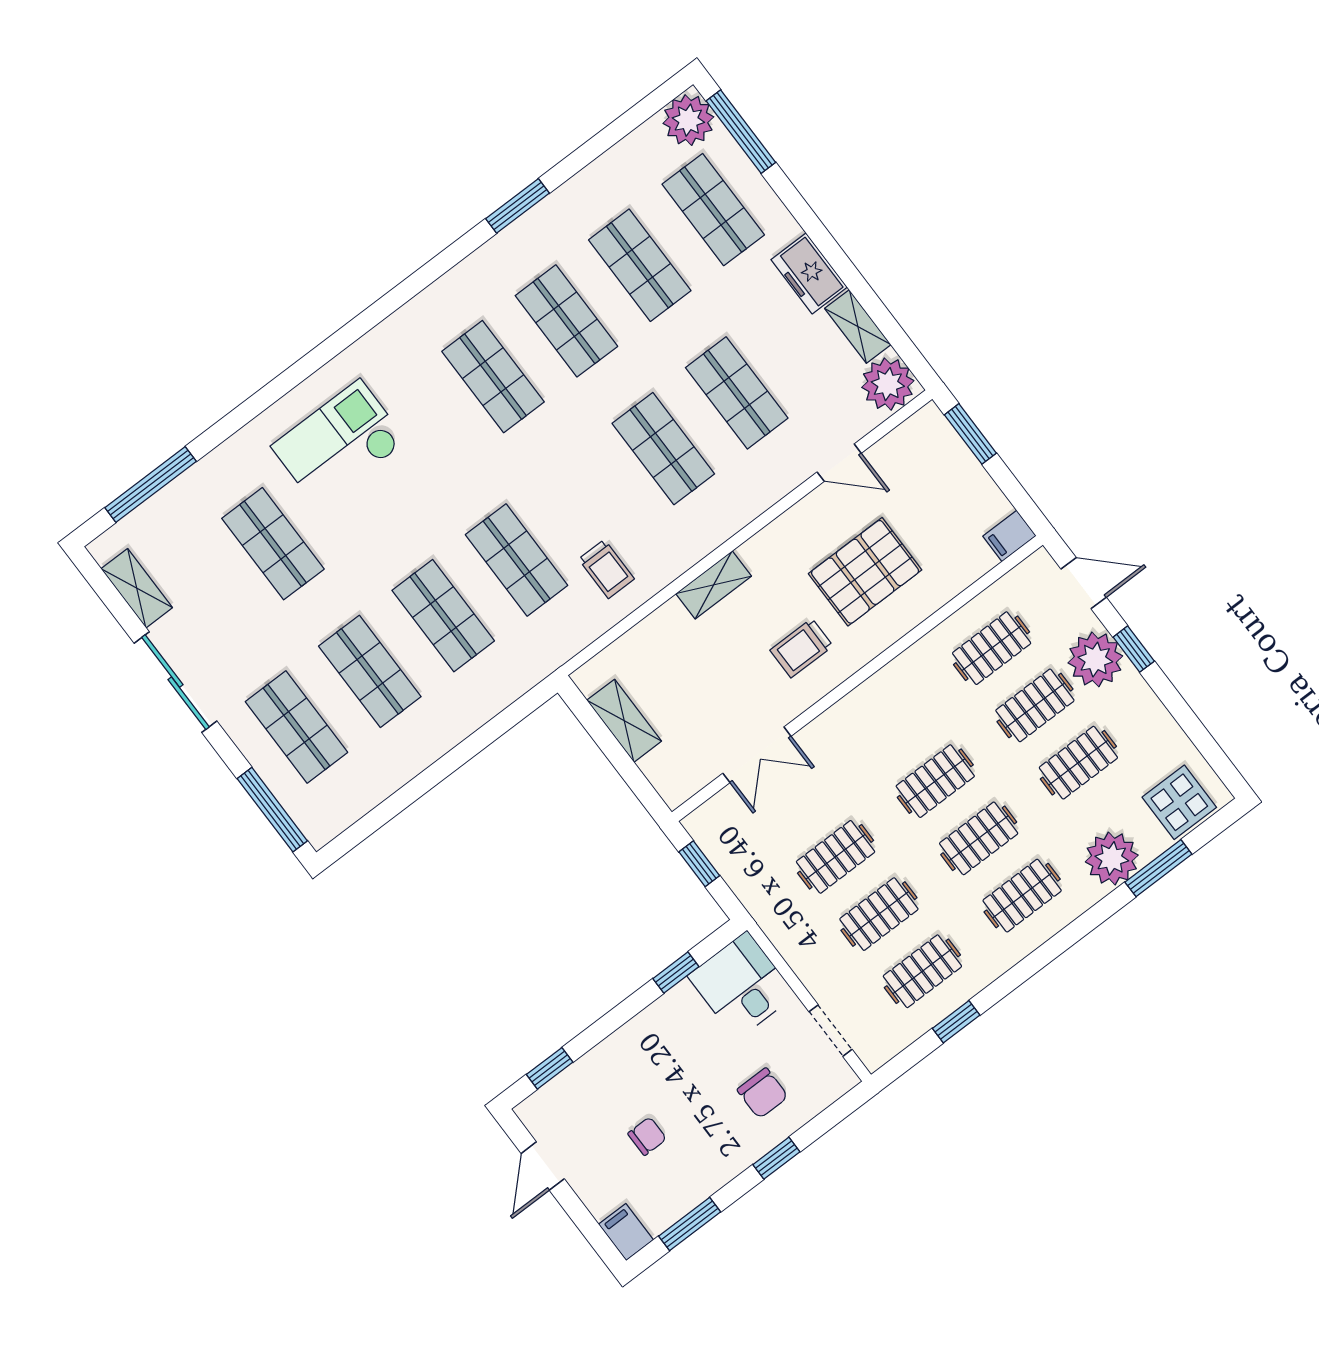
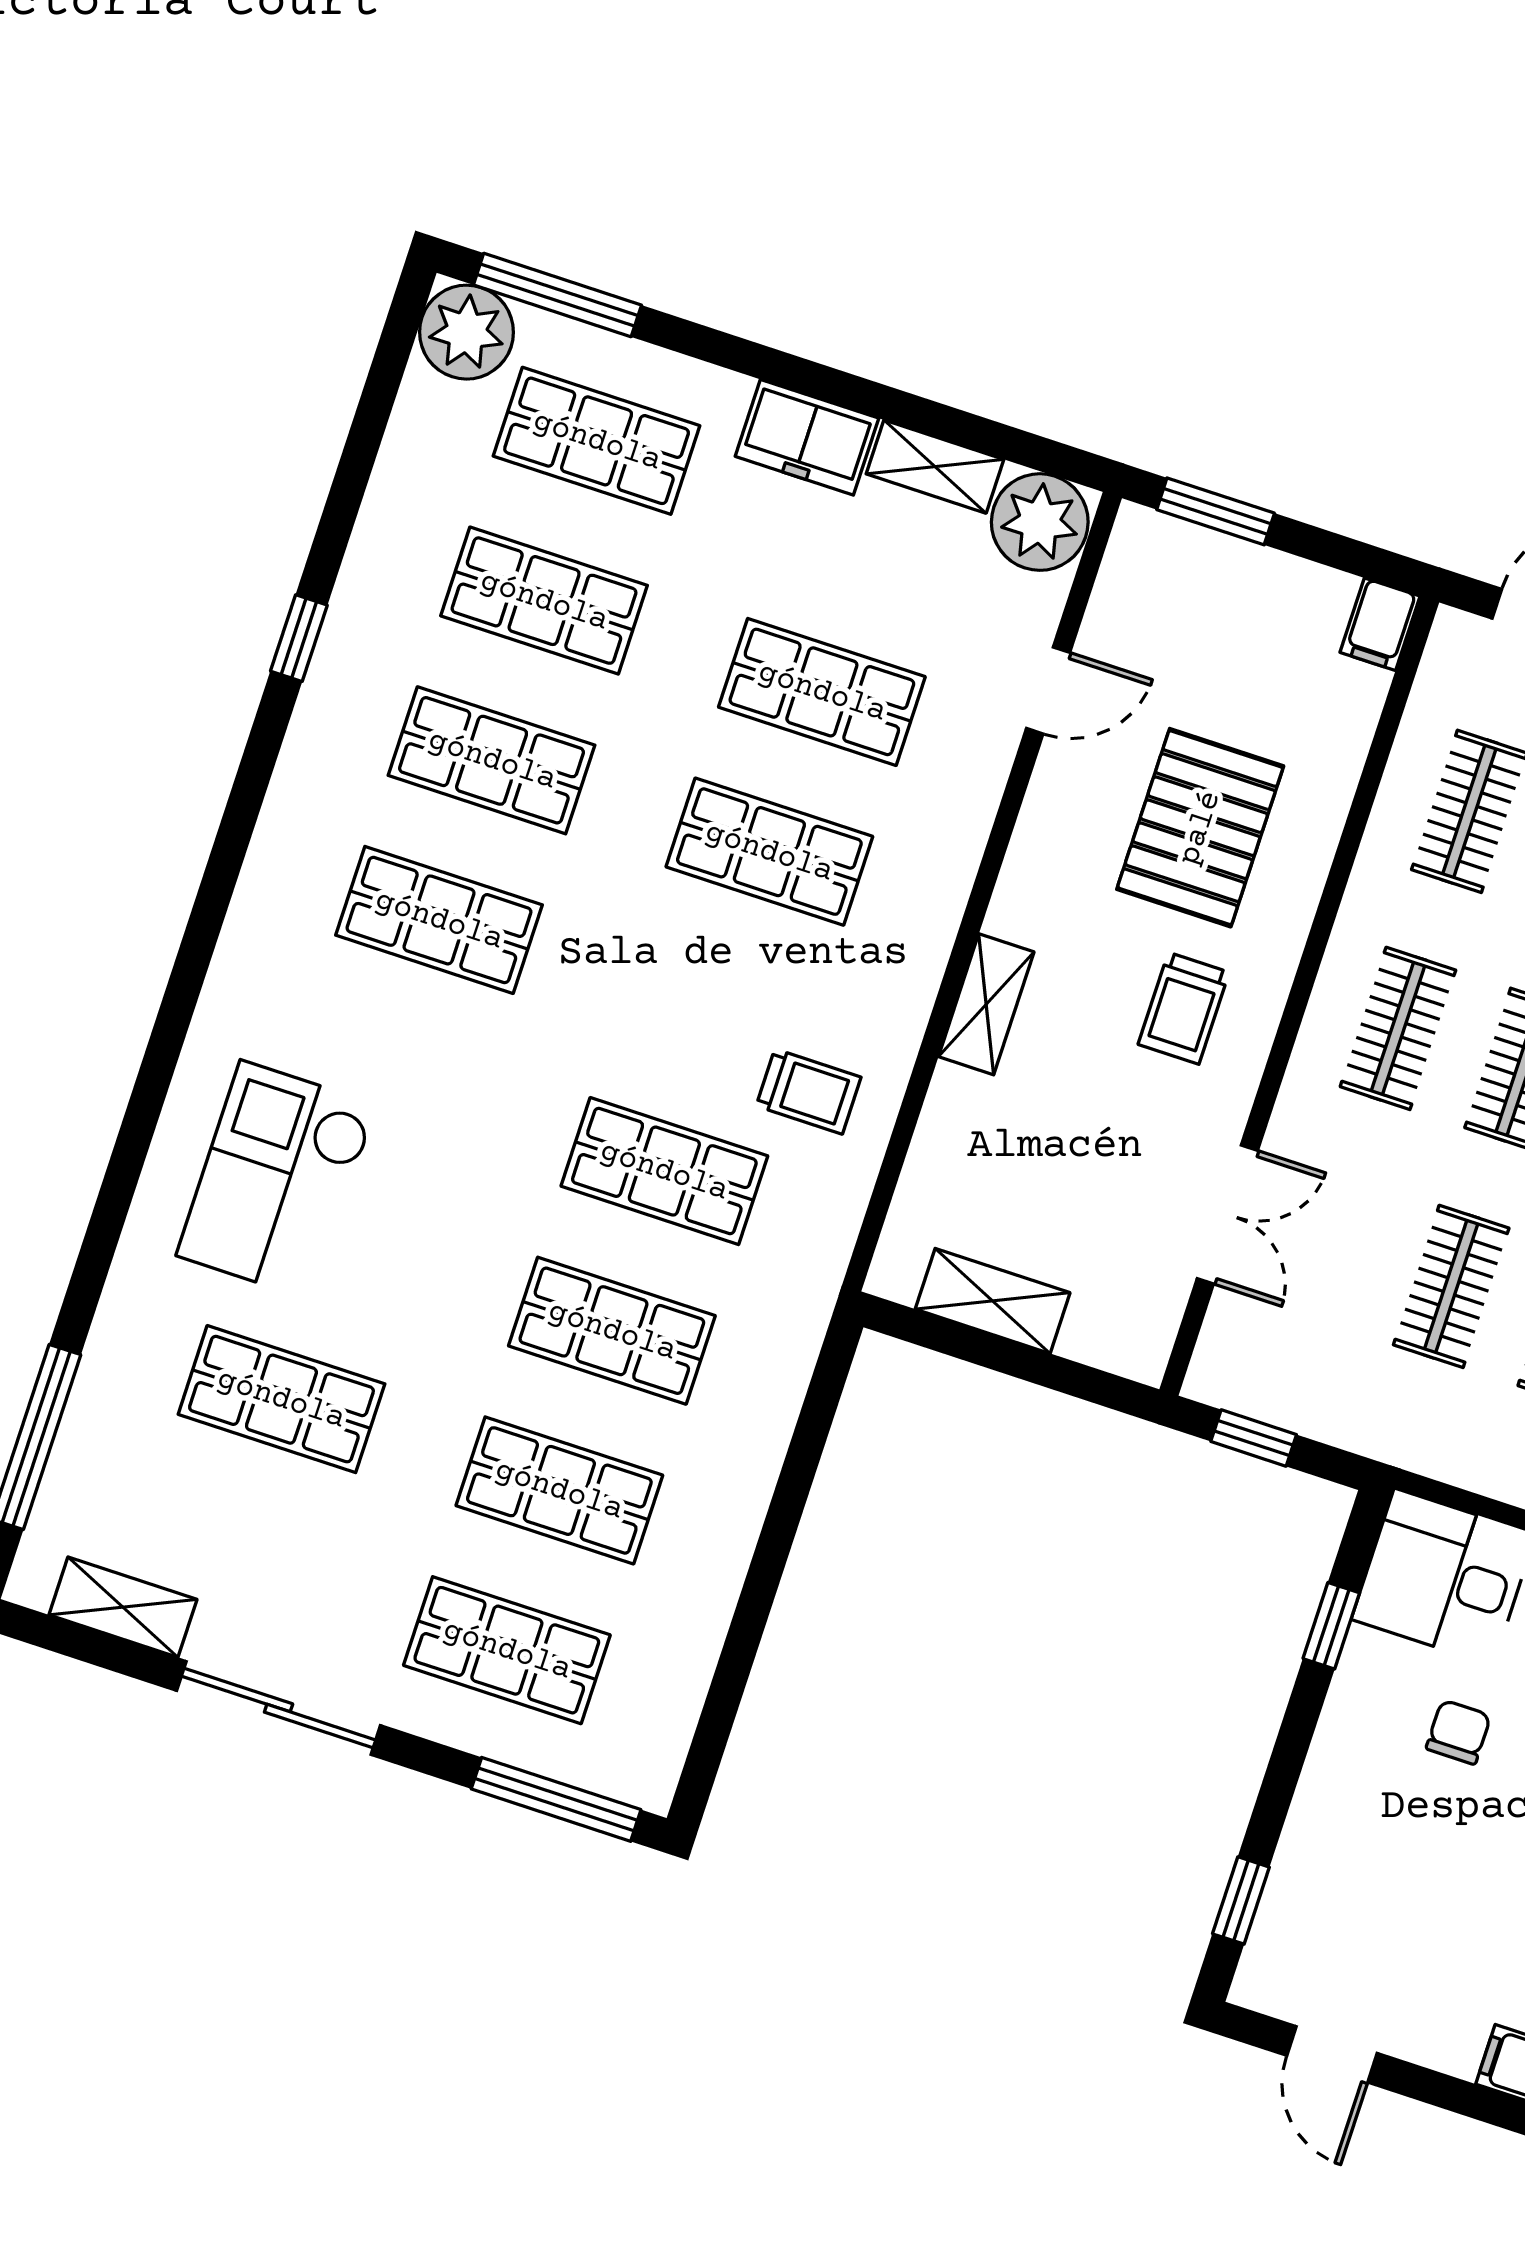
window: (518, 206) -> (299, 638), width x0.67
clothes rail: (892, 724) -> (1398, 1028), added
chair: (647, 1136) -> (1458, 1732), moved

